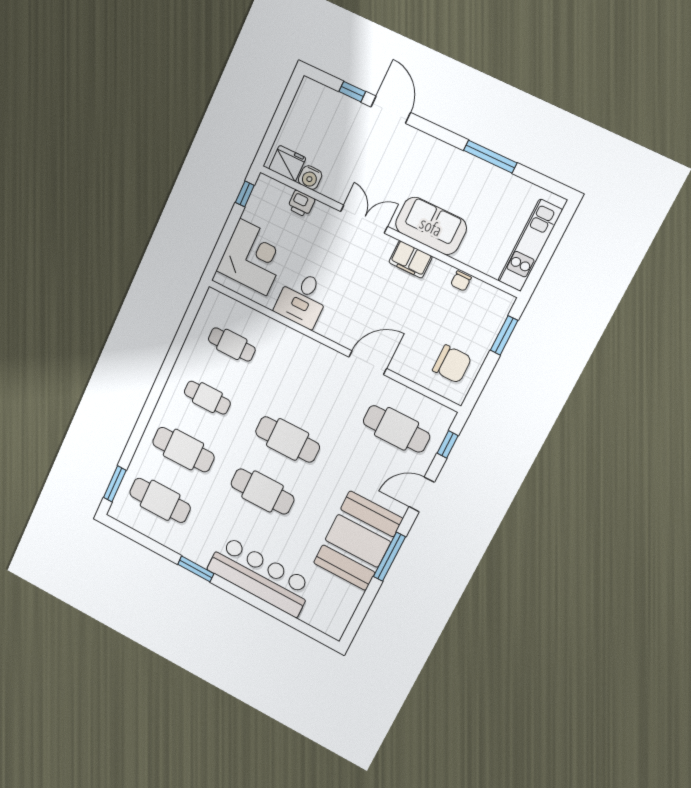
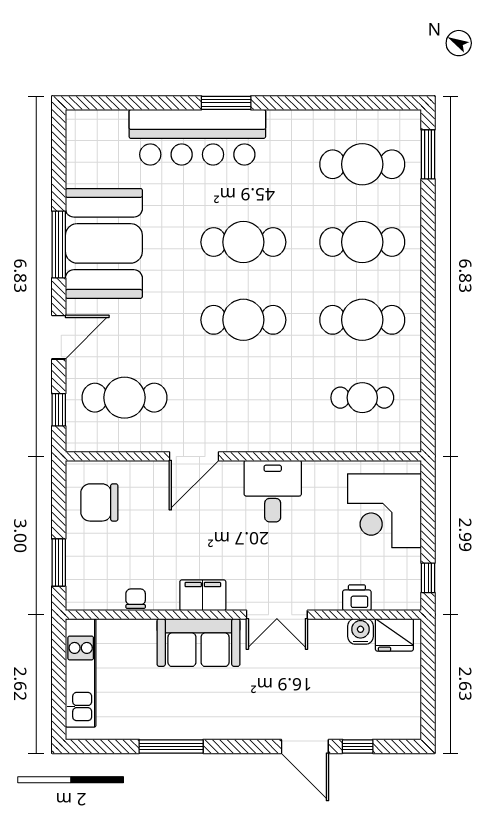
desk: (302, 299) -> (273, 491), moved
cafe table: (207, 398) -> (362, 320), width x1.37, depth x1.35
window: (196, 569) -> (226, 103), moved

